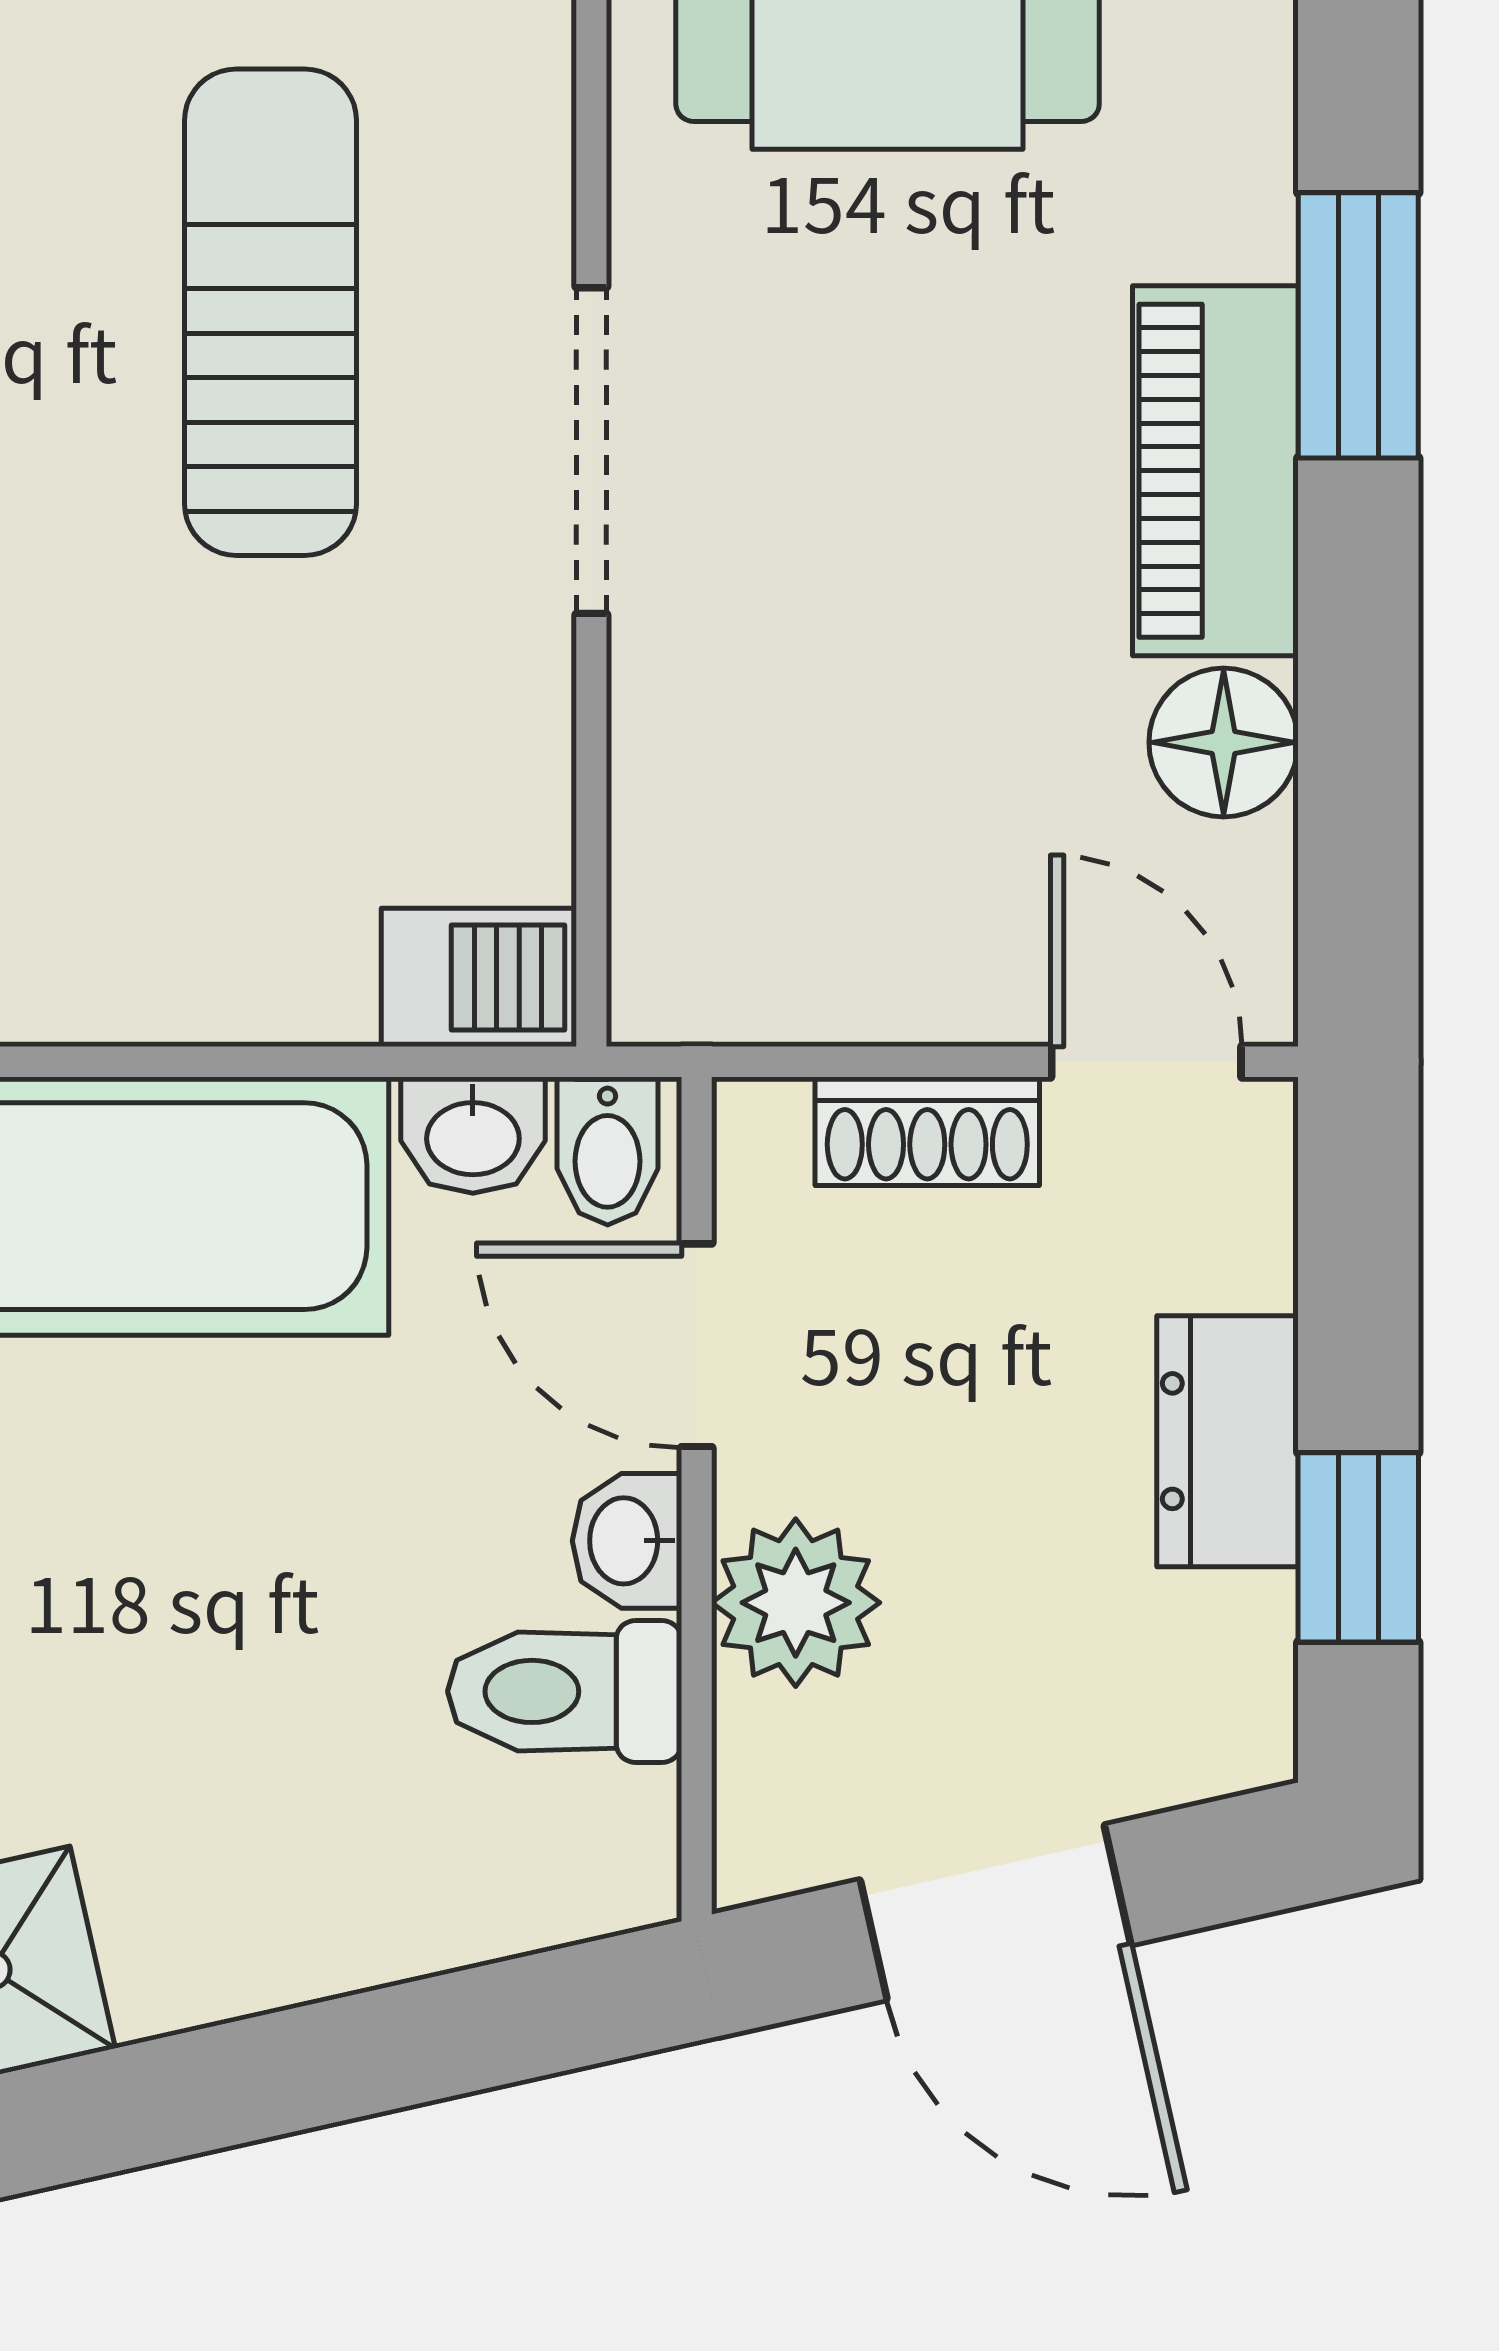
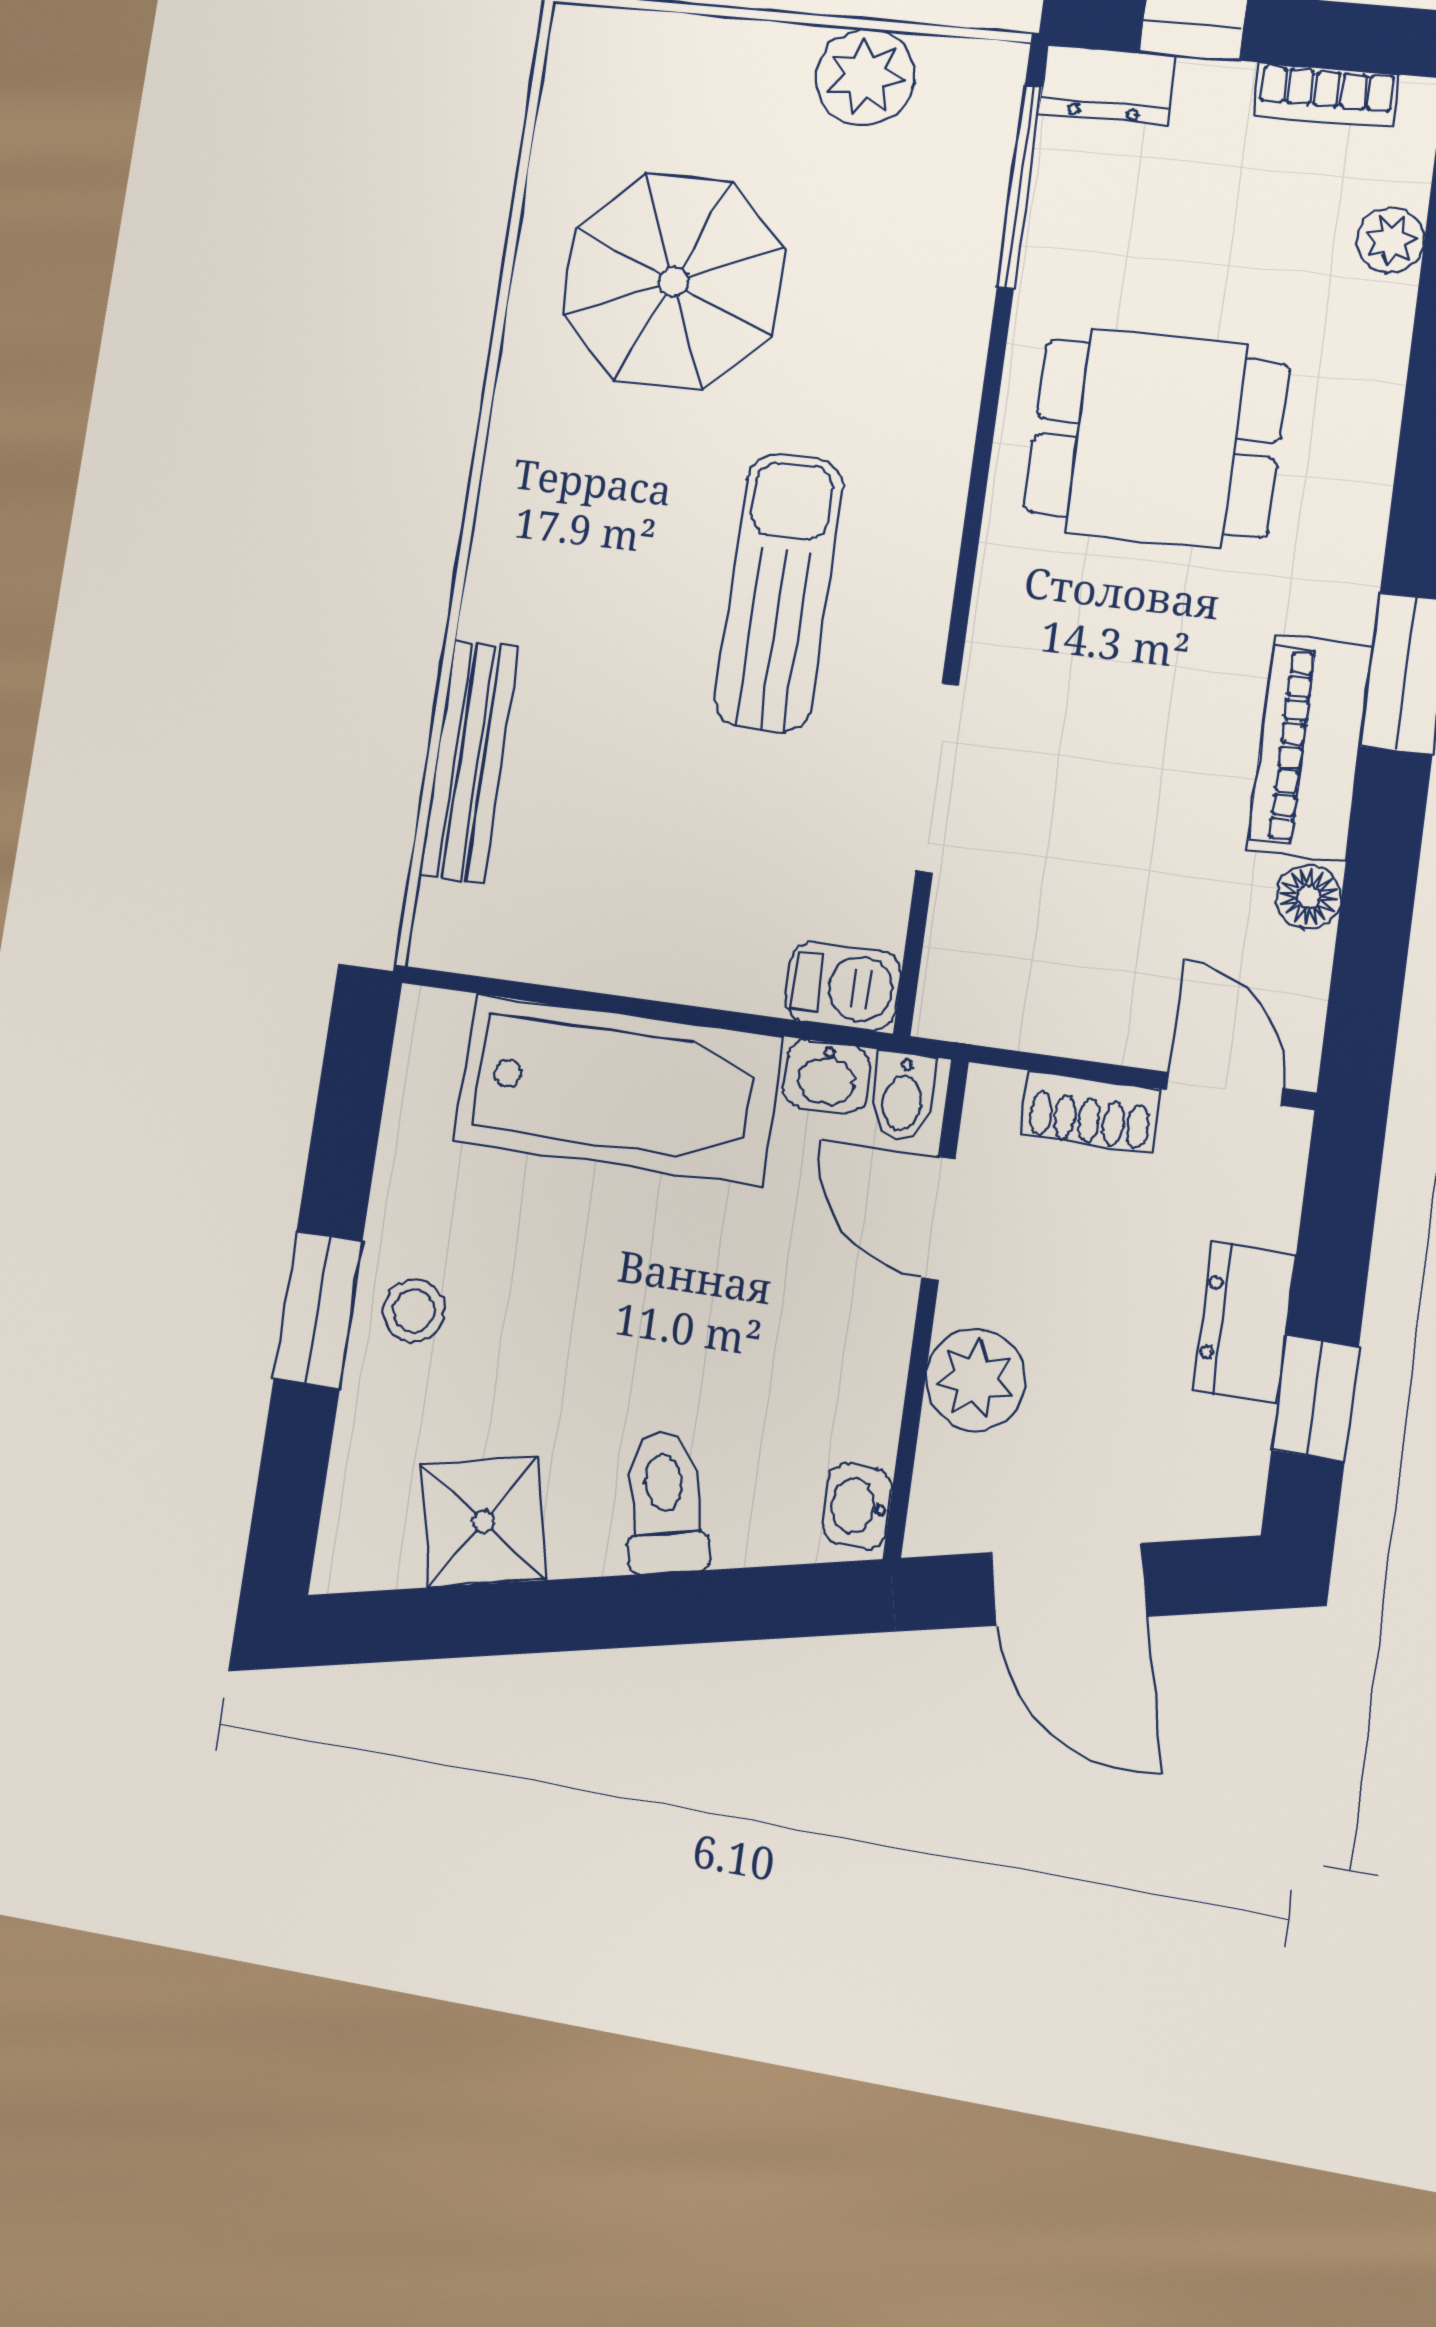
doorway: (591, 451) -> (937, 778), moved
floor lamp: (1224, 742) -> (1308, 897), width x0.73, depth x0.73
washbasin: (627, 1541) -> (857, 1506), moved
toilet: (565, 1691) -> (665, 1502), moved, turned 77

